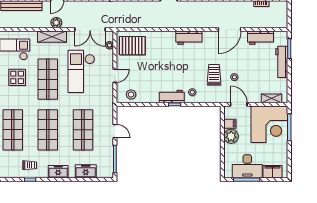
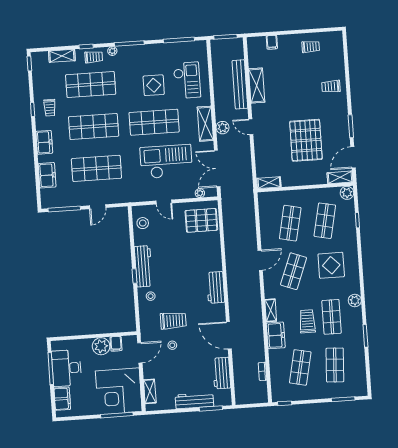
pallet: (132, 46) -> (201, 220), turned 90
workbench: (172, 97) -> (143, 266), width x1.38

